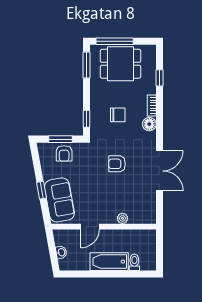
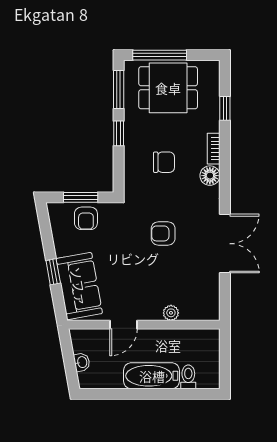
window: (86, 119) -> (119, 133), moved

